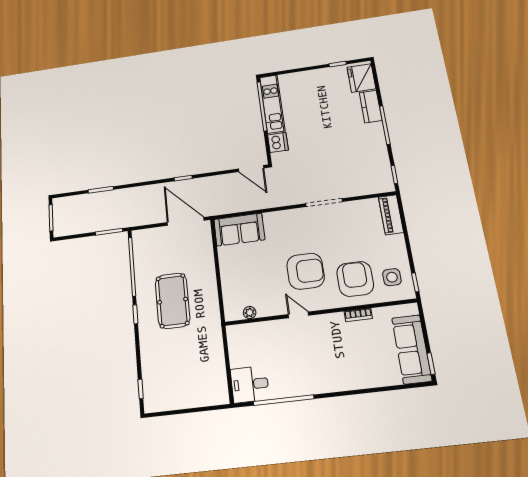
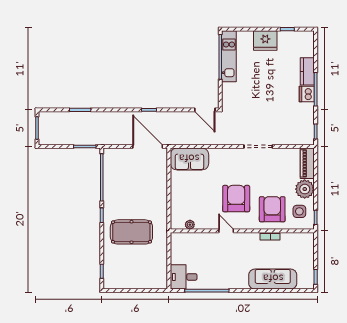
fridge: (361, 78) -> (265, 41), moved, turned -90
dishwasher: (278, 142) -> (307, 94), moved, turned 180
plant: (394, 247) -> (305, 189), added
armchair: (306, 271) -> (236, 199), turned -90
pool table: (173, 301) -> (131, 232), moved, turned 90
sofa: (412, 349) -> (273, 279), moved, turned 90

